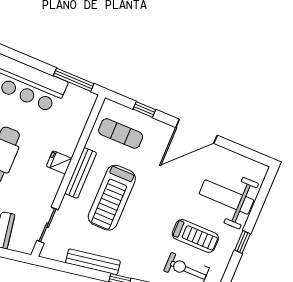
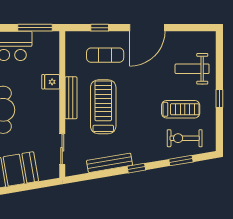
exercise mat: (121, 134) -> (105, 55), moved
fridge: (59, 162) -> (51, 82), moved
weight bench: (226, 197) -> (192, 69), width x0.73, depth x0.75
treadmill: (112, 198) -> (103, 107), turned 180

